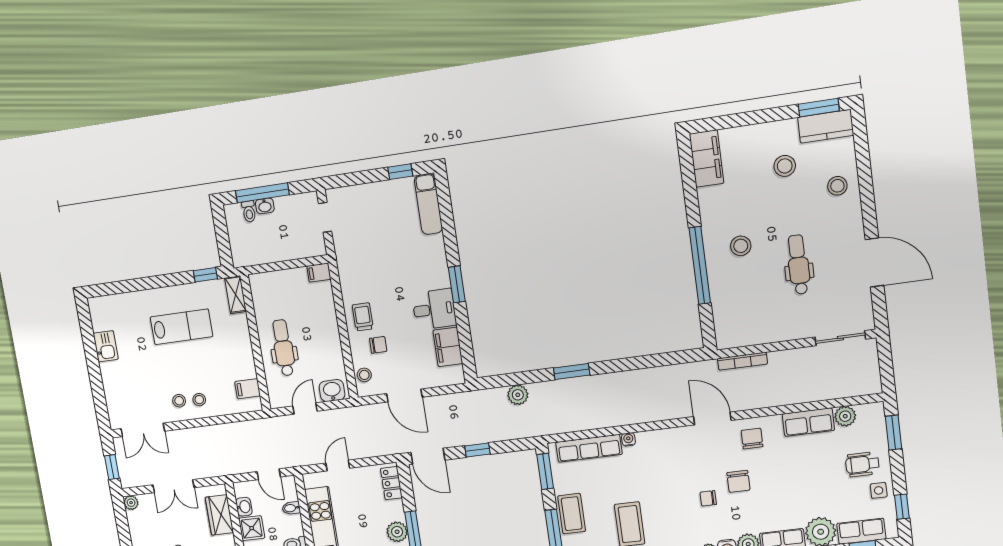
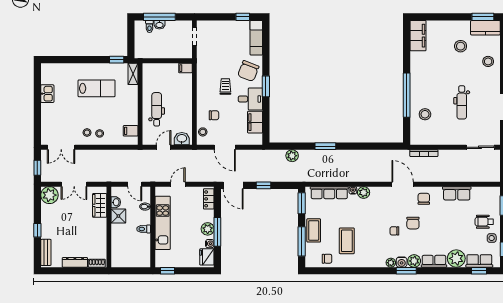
stool: (741, 246) -> (425, 114), moved
chair: (423, 263) -> (248, 71), added
dental chair: (799, 265) -> (462, 102), turned 180
trolley: (363, 317) -> (225, 86), moved
plant: (845, 416) -> (364, 192), moved
plant: (131, 503) -> (49, 195), width x1.88, depth x1.88

